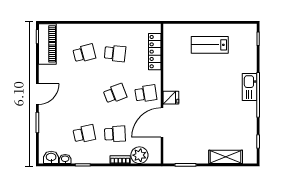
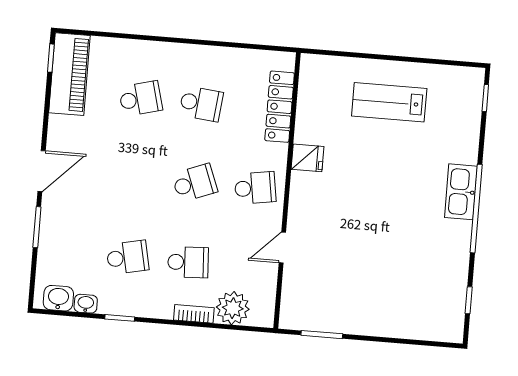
fridge: (171, 98) -> (307, 158), moved
door: (162, 123) -> (282, 248), width x0.53
shelving: (226, 157) -> (402, 326), removed

